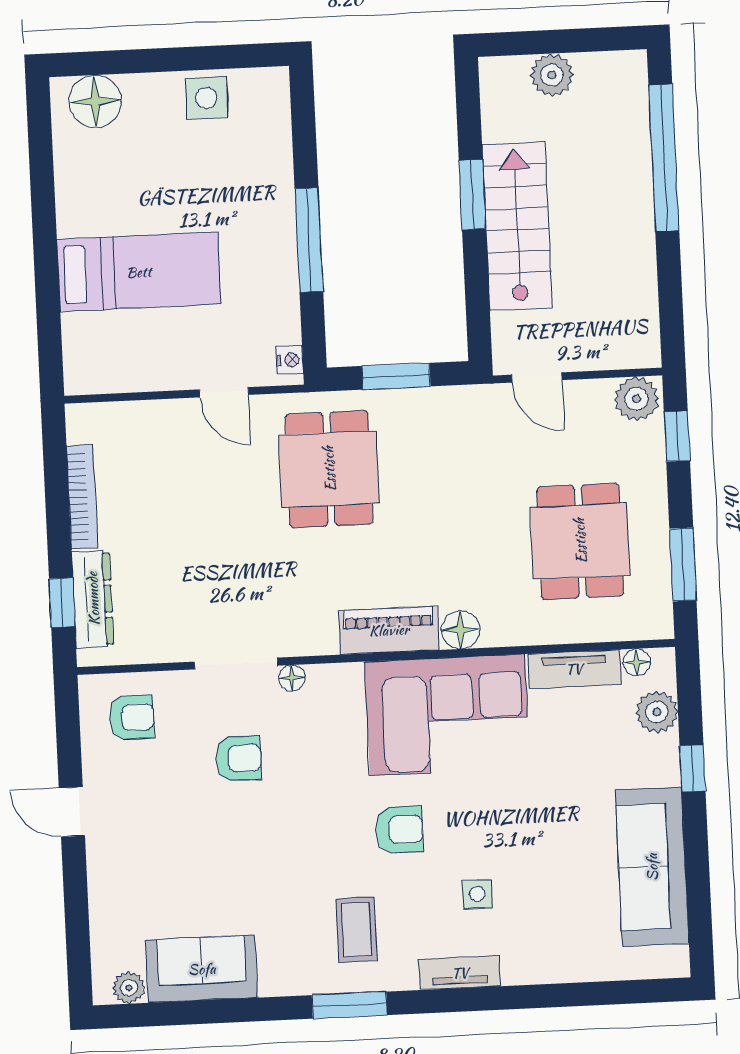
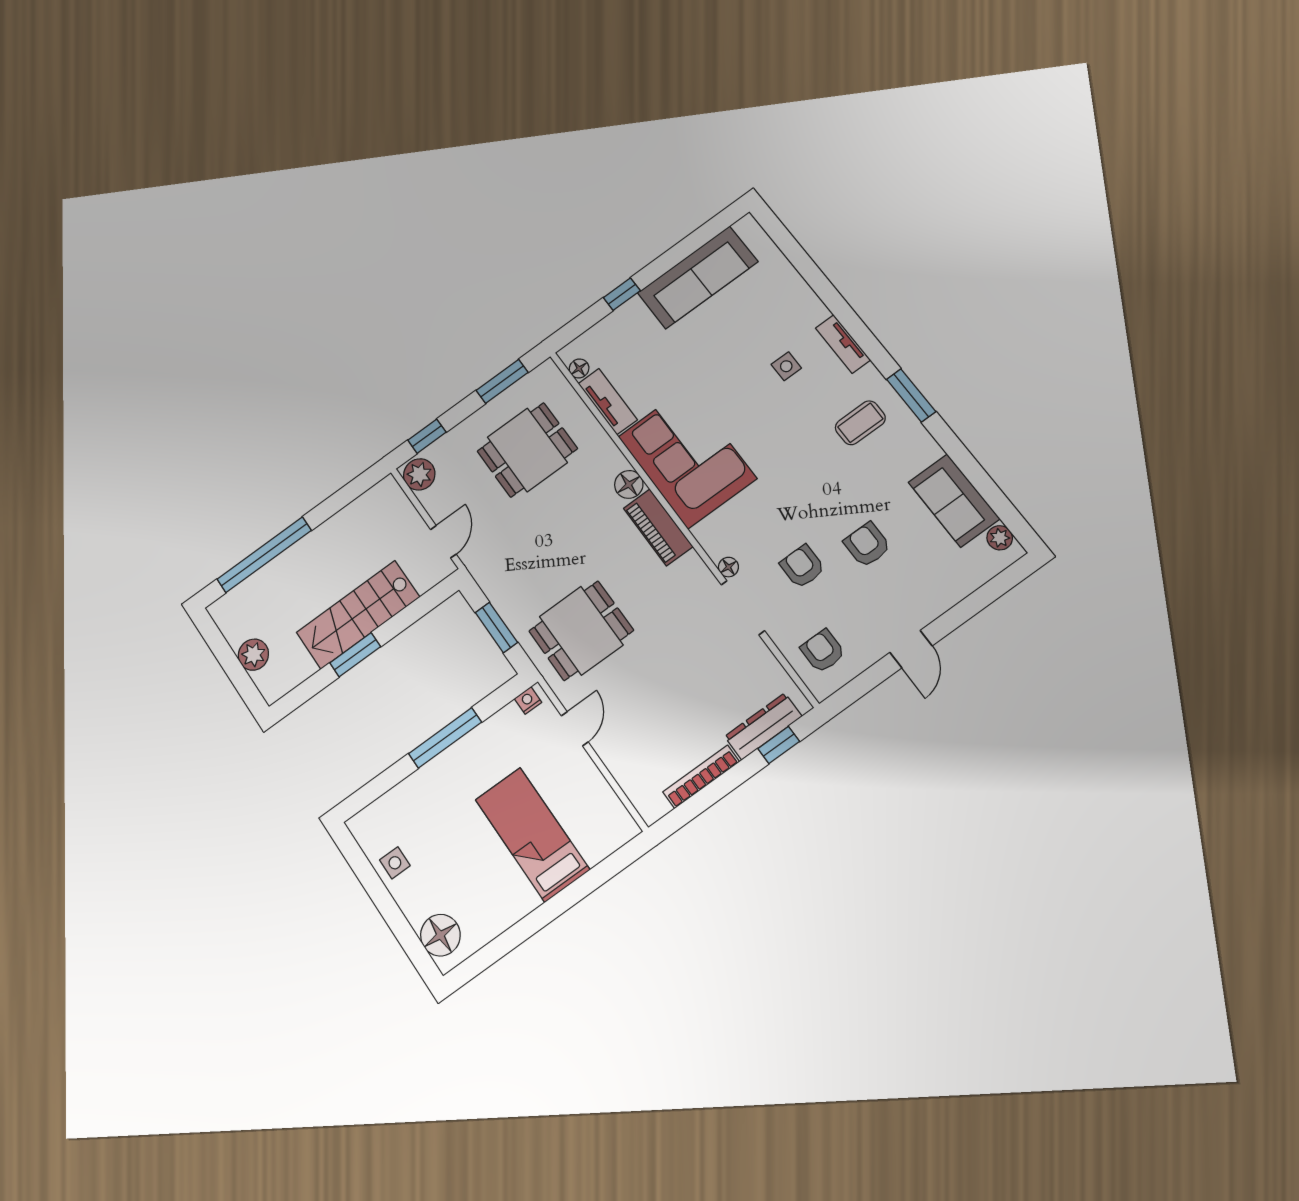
side table: (206, 98) -> (395, 863), width x0.73, depth x0.73
plant: (657, 712) -> (601, 337), removed
armchair: (399, 830) -> (867, 545), moved

